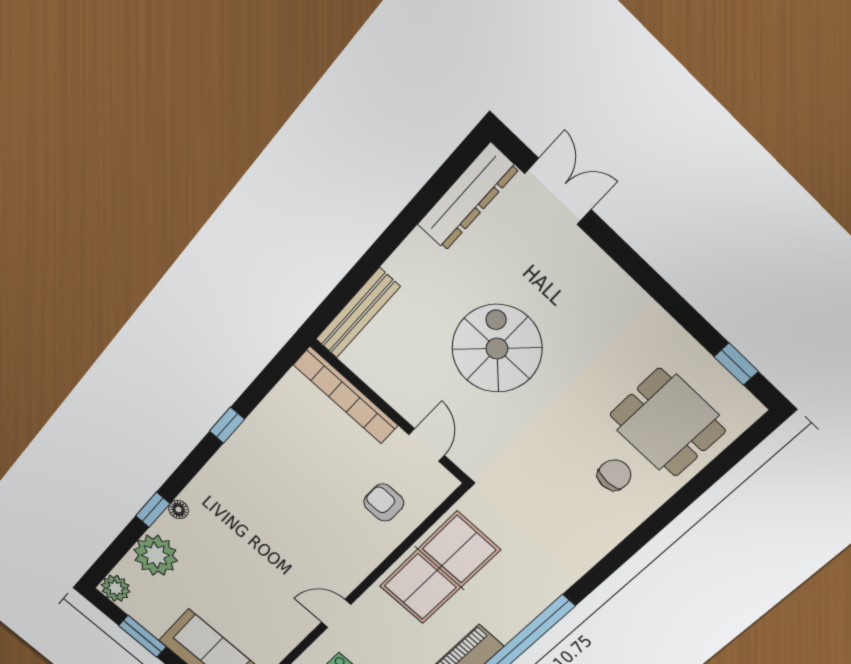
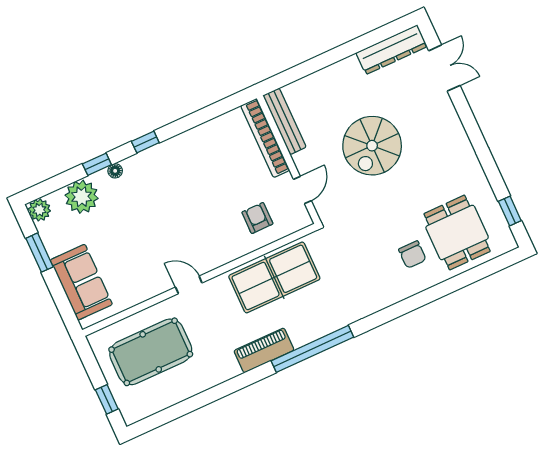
bench: (358, 313) -> (285, 121), moved, turned 90
spiral stairs: (497, 349) -> (372, 146), turned 180
window: (227, 425) -> (145, 142), moved
chair: (614, 475) -> (412, 255), turned 90

